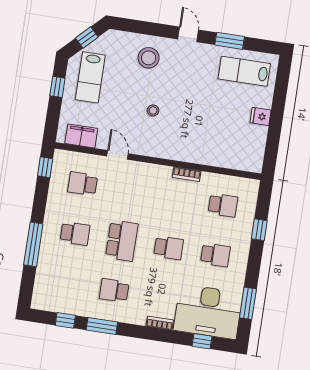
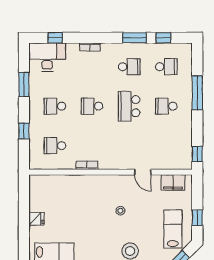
school desk: (83, 184) -> (166, 67), moved
window: (248, 303) -> (24, 85), moved
desk: (208, 312) -> (47, 57), width x0.73, depth x0.77

